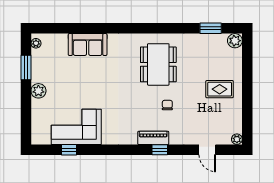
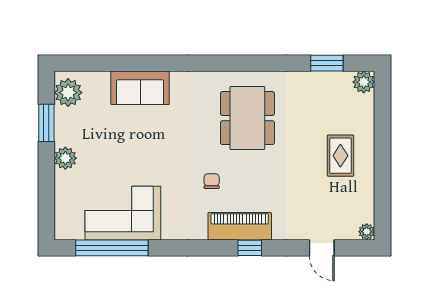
plant: (36, 43) -> (68, 93), width x1.88, depth x1.88
rug: (220, 89) -> (340, 156), turned 90
chair: (167, 105) -> (212, 181), moved
piano: (153, 138) -> (240, 226), width x1.37, depth x1.33
window: (69, 150) -> (112, 248), width x3.17

